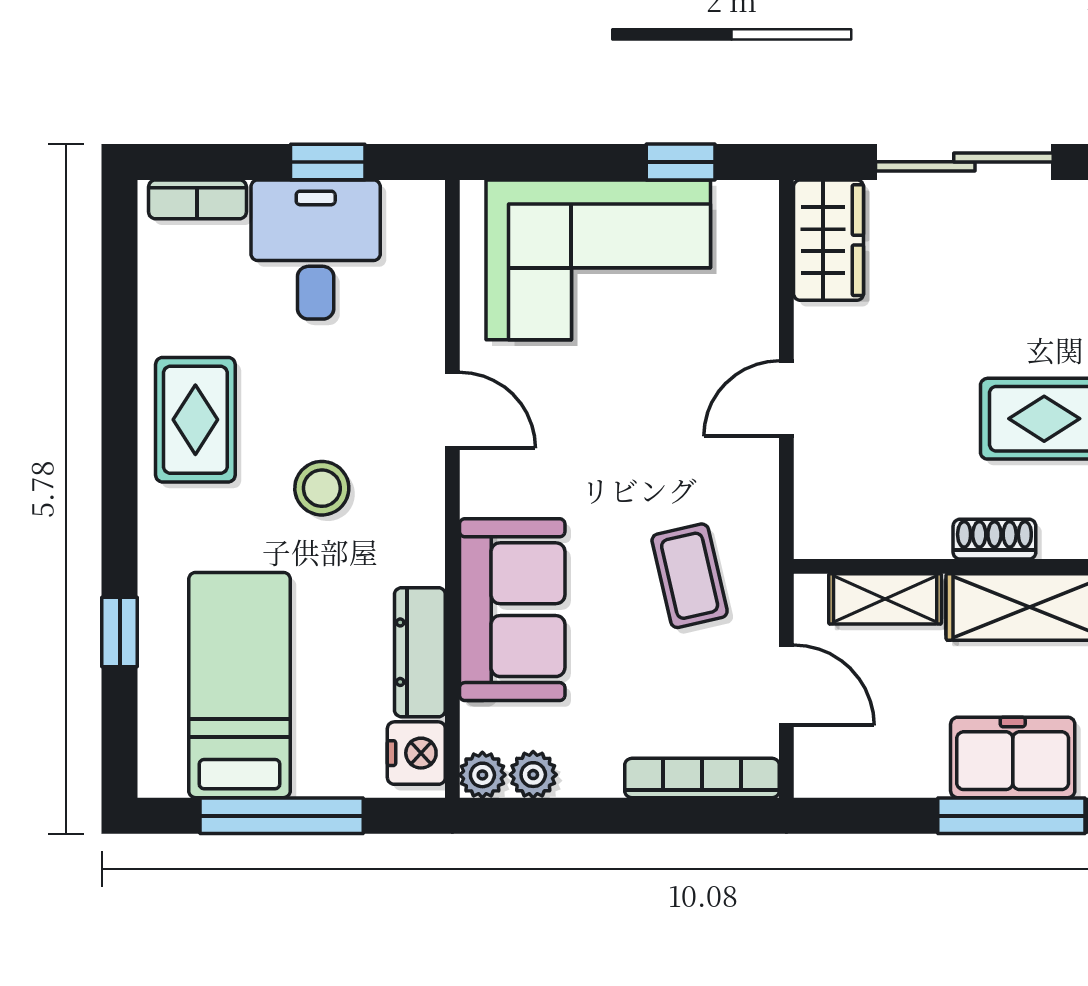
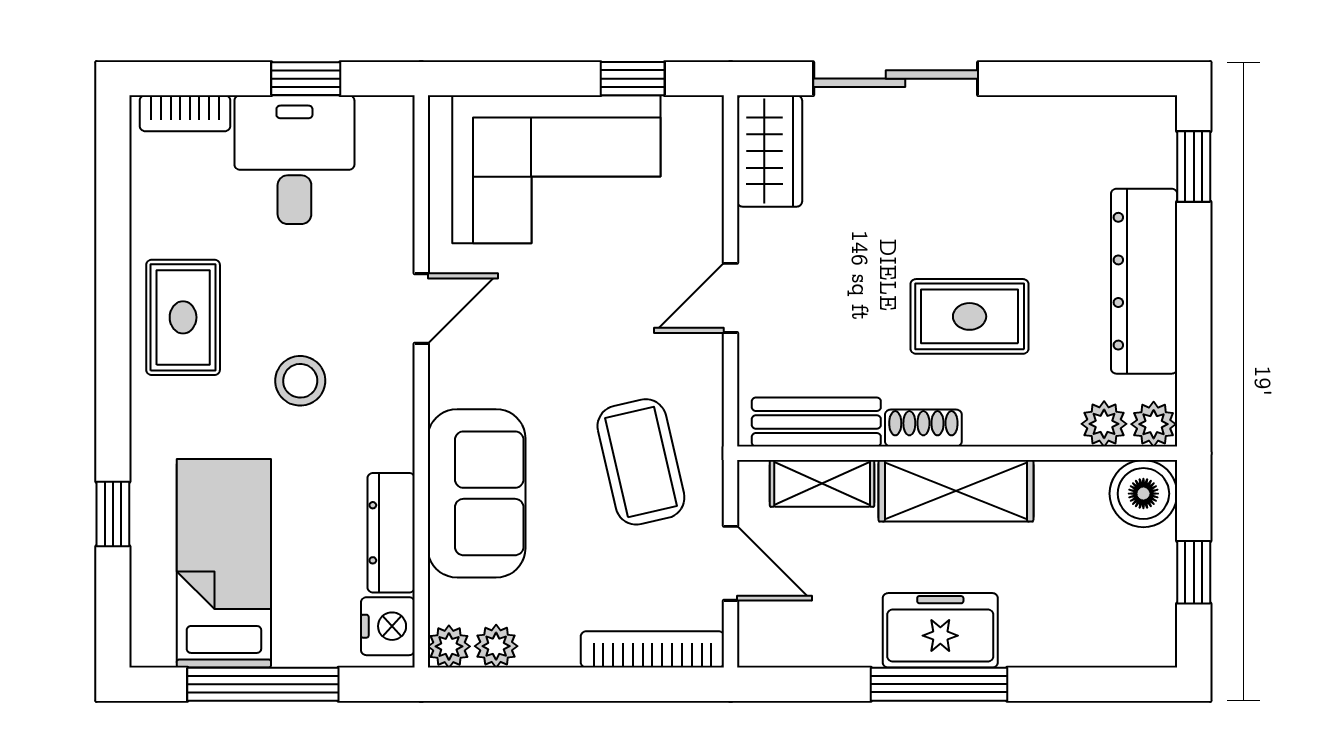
door: (452, 410) -> (421, 308), hinge flipped
bench: (879, 533) -> (816, 422), added
coffee table: (690, 576) -> (641, 462), width x1.36, depth x1.30

